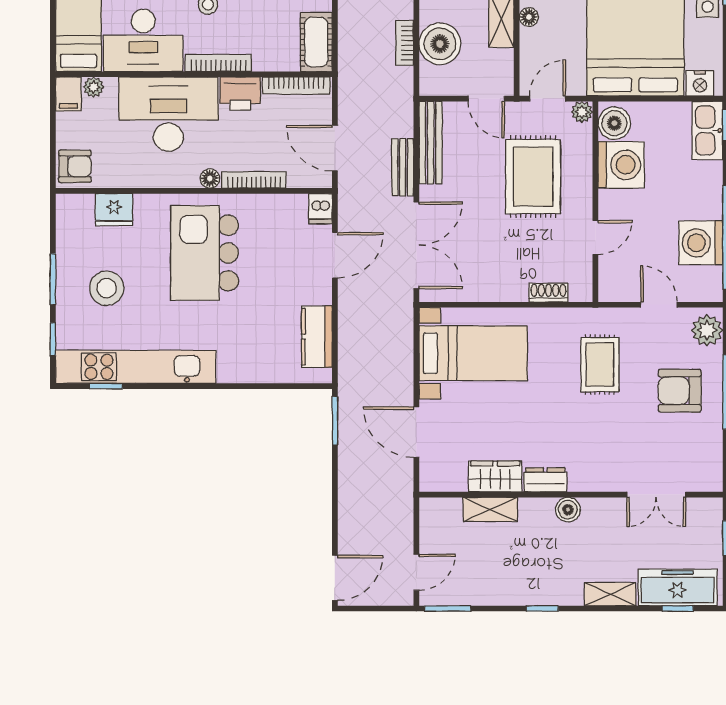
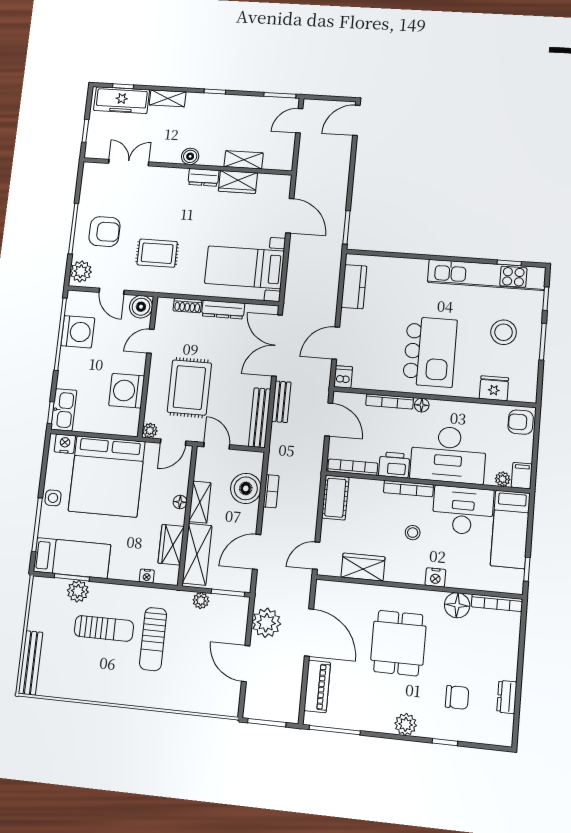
boiler: (614, 123) -> (141, 307), moved
dresser: (497, 290) -> (223, 310), added
rug: (600, 365) -> (157, 253), turned 90

